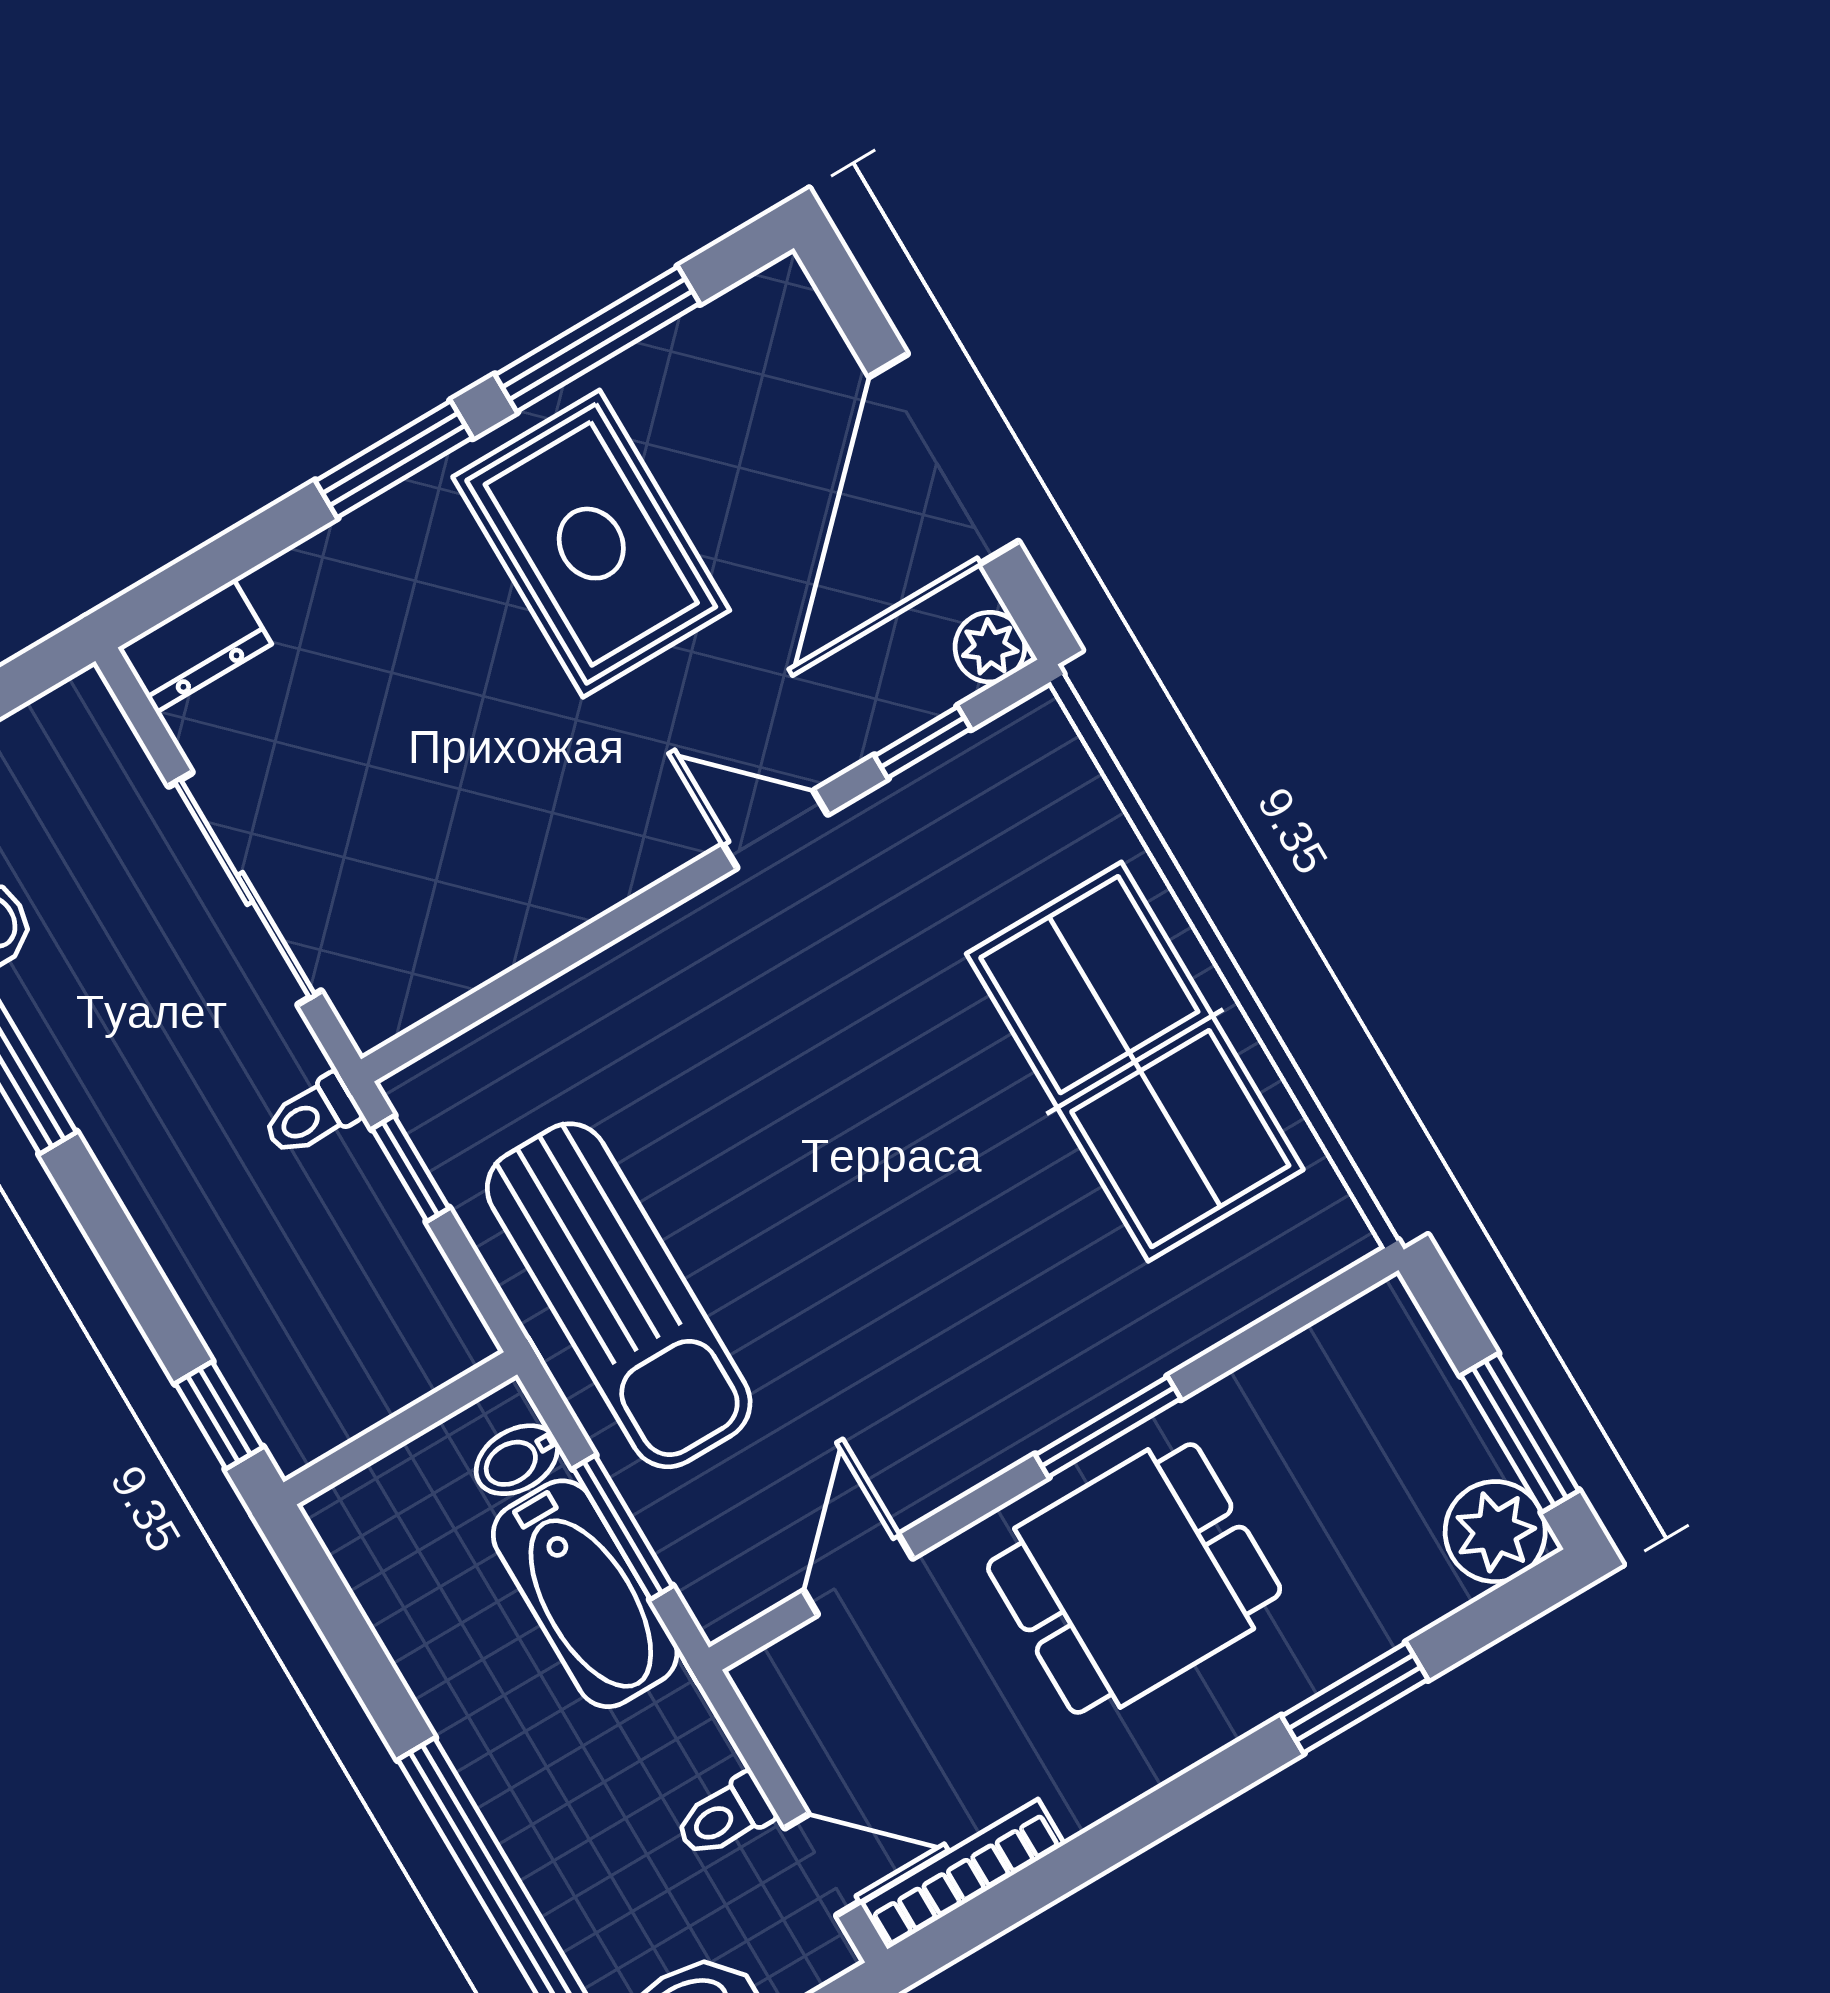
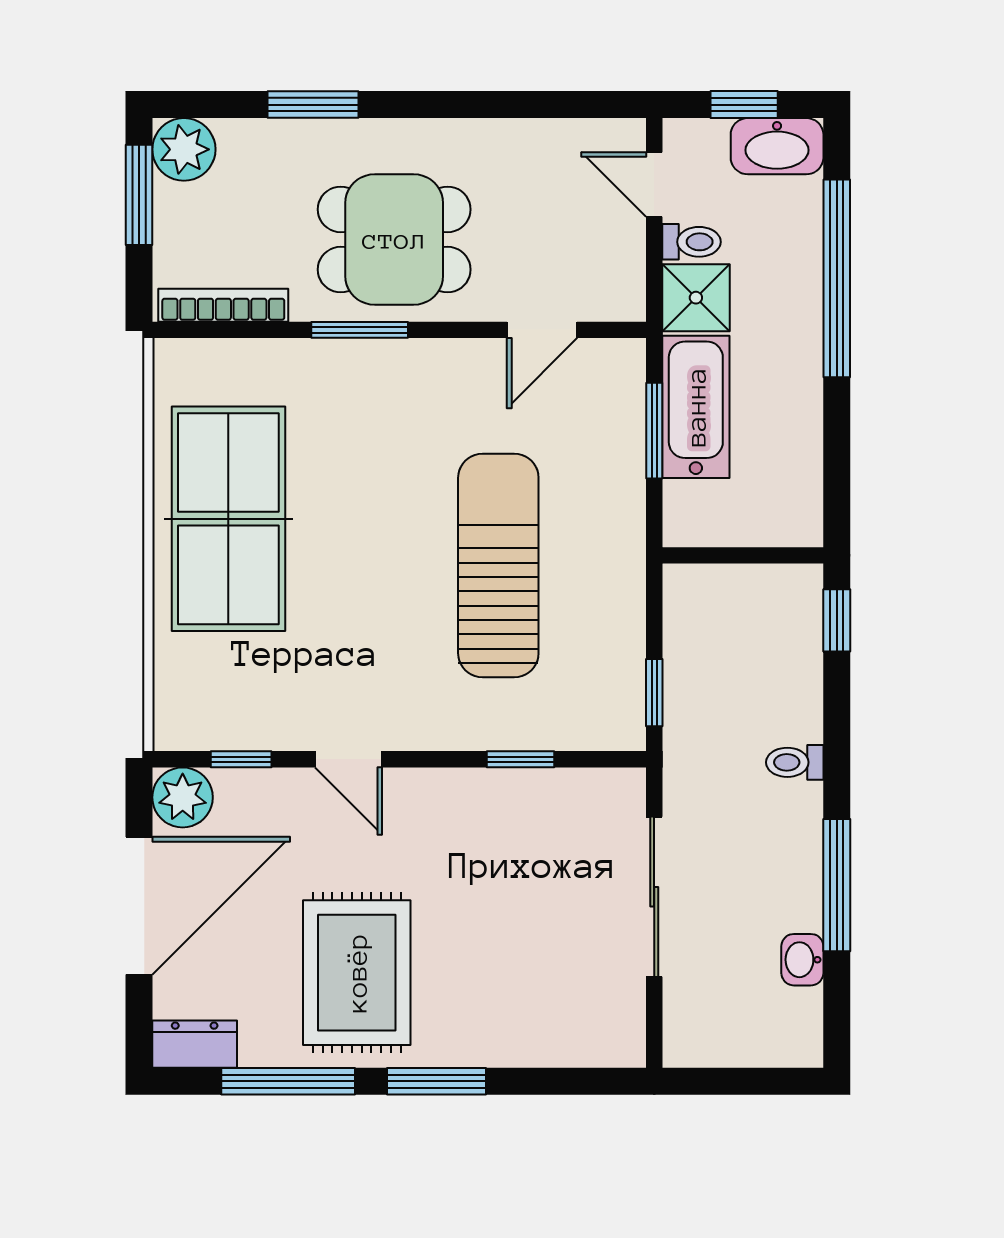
dresser: (195, 646) -> (195, 1044), moved
plant: (990, 647) -> (183, 797), width x1.38, depth x1.38
window: (540, 969) -> (520, 759), added
toilet: (312, 1116) -> (795, 762), moved, turned 180
sun lounger: (619, 1295) -> (498, 565), moved
bidet: (517, 1460) -> (690, 501), removed
shower: (673, 1743) -> (696, 298), added
bookcase: (963, 1874) -> (223, 305), moved, turned 180

